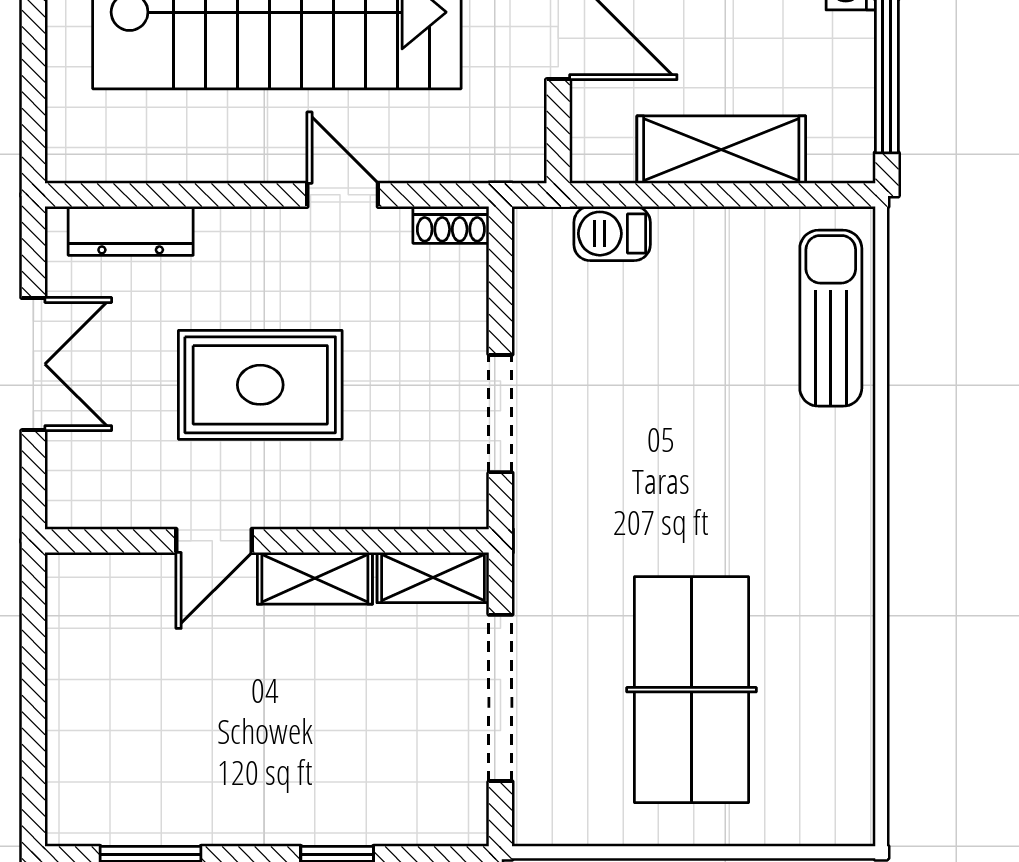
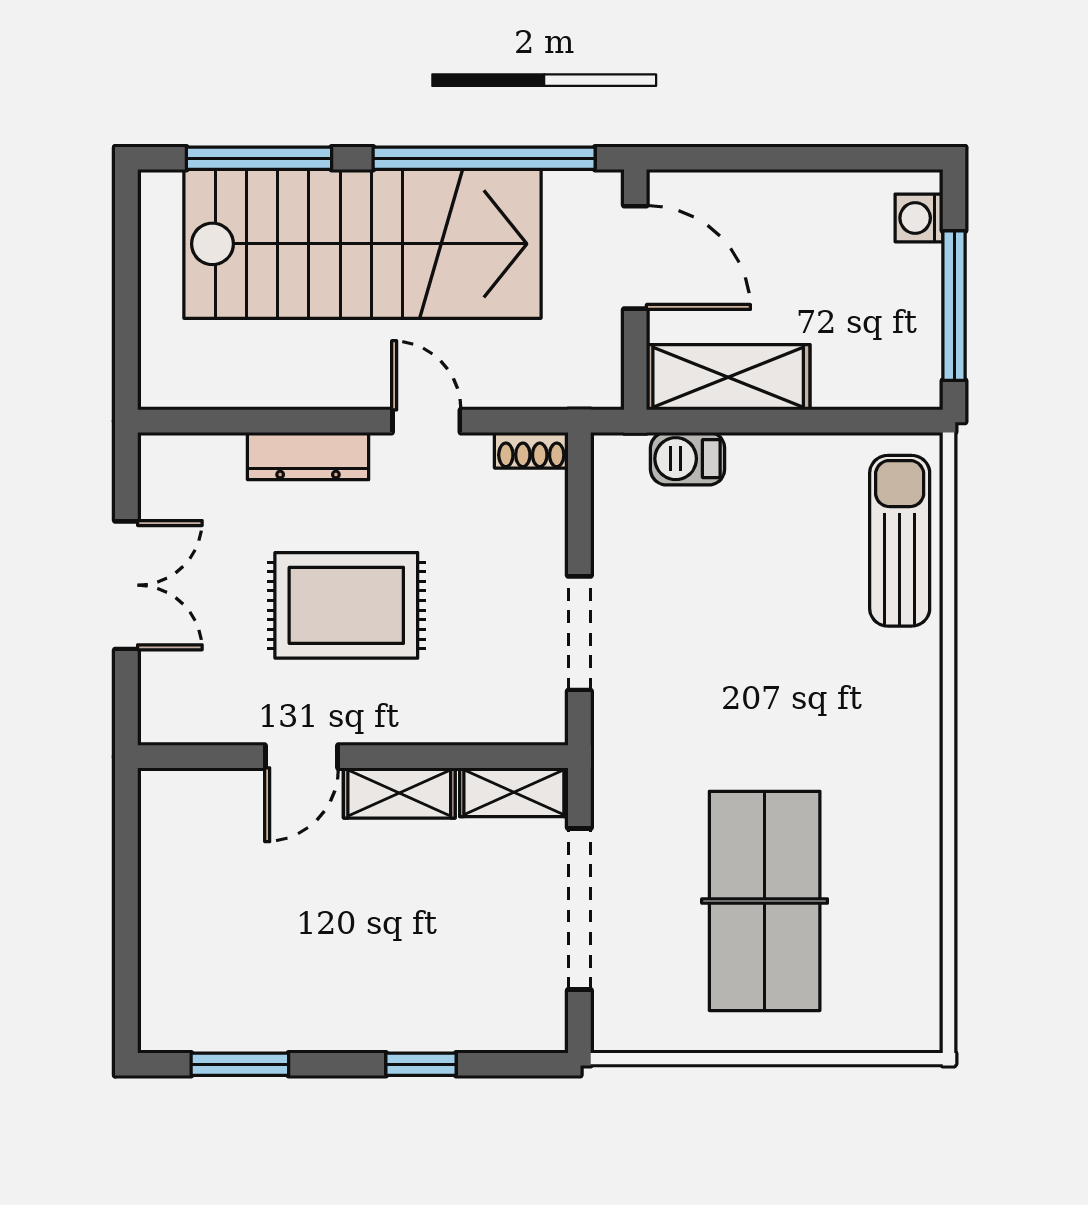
shelving: (721, 150) -> (728, 377), moved
dresser: (131, 231) -> (308, 456), moved

